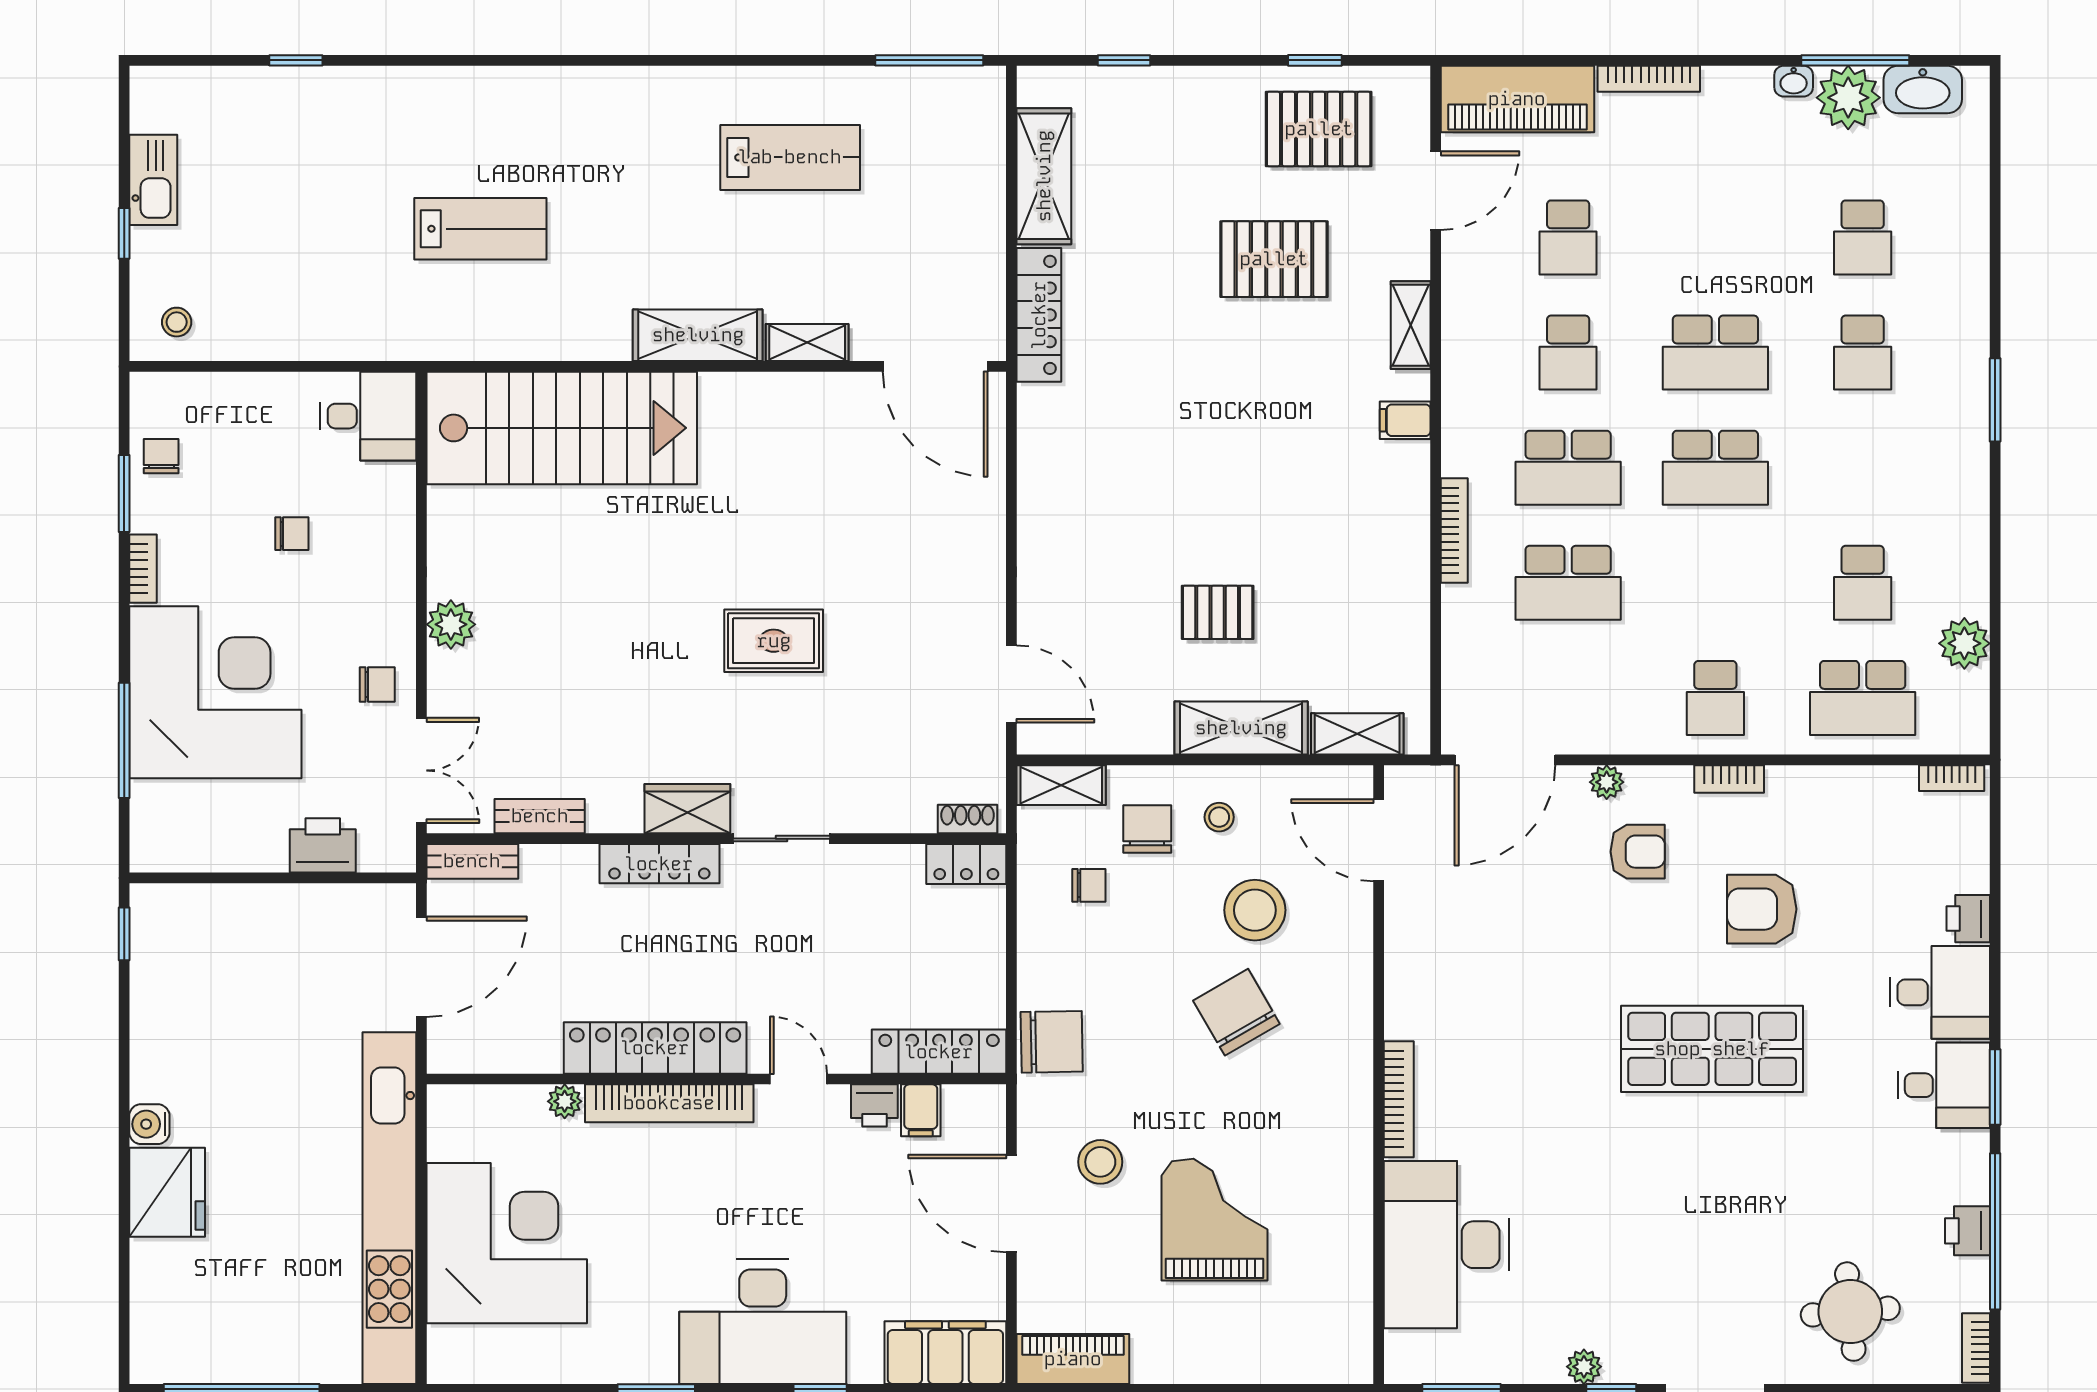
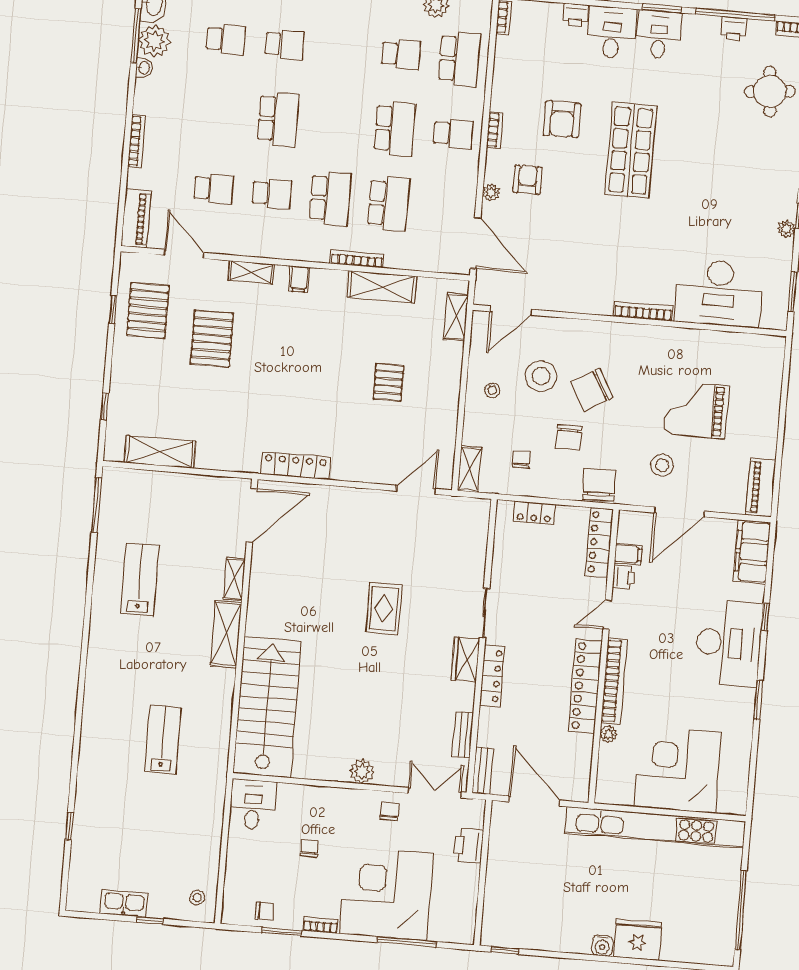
piano: (1517, 99) -> (136, 219), width x0.73, depth x0.75
locker: (1039, 315) -> (295, 466), moved
chair: (161, 456) -> (264, 911), turned 180
school desk: (1715, 468) -> (395, 129), moved
shelving: (1241, 728) -> (382, 287), moved, turned 90
shoe rack: (968, 819) -> (483, 518), removed
chair: (1147, 829) -> (569, 438), moved, turned -90
locker: (966, 864) -> (534, 513), moved, turned 90

